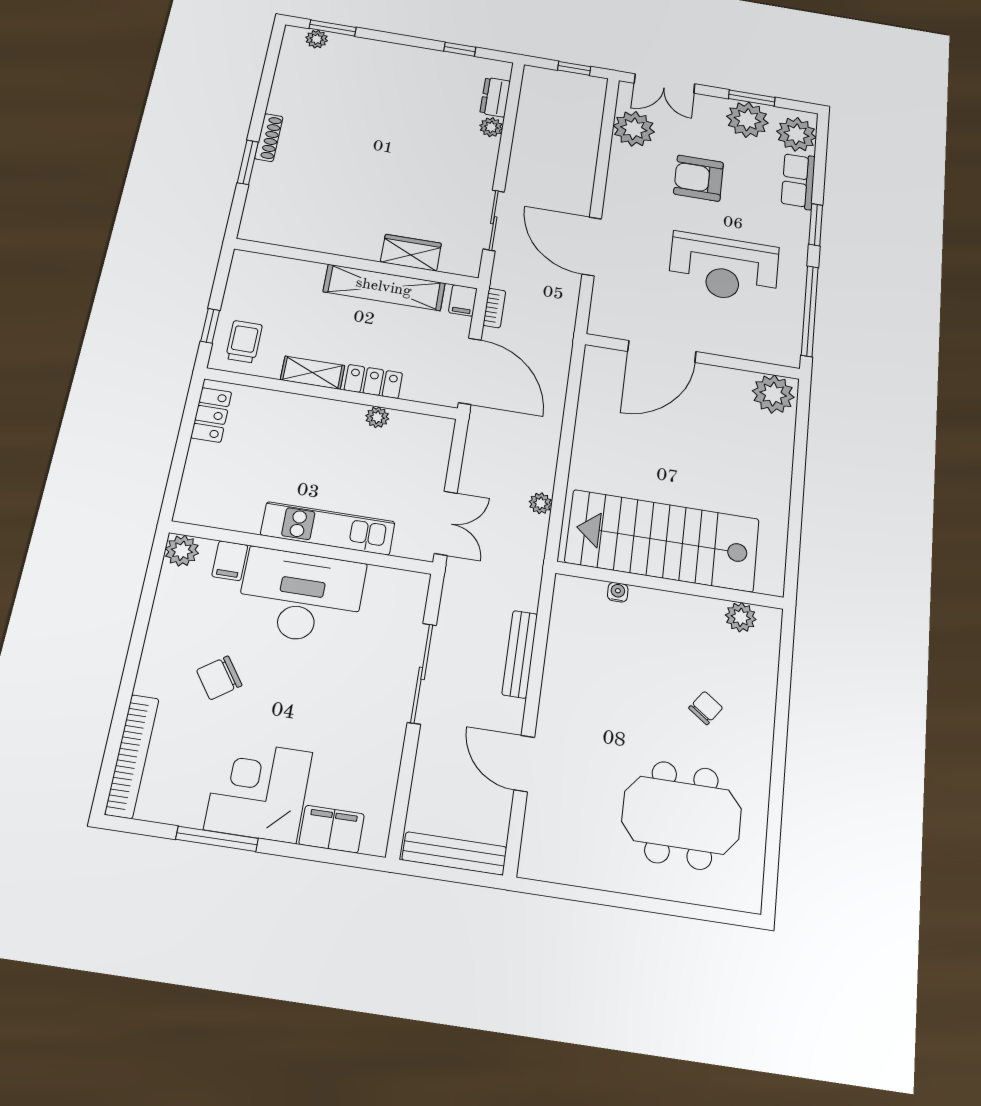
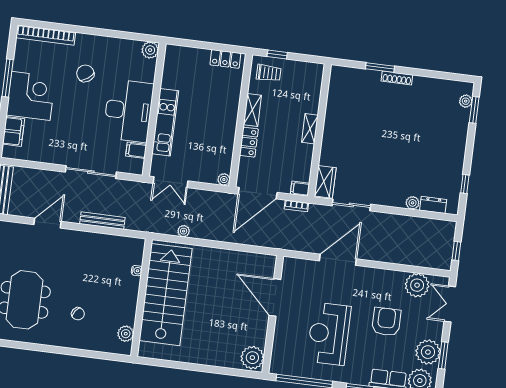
wardrobe: (411, 253) -> (325, 182), moved
shelving: (384, 287) -> (310, 129), width x0.45, depth x0.75
plant: (377, 417) -> (224, 180), moved
filing cabinet: (230, 561) -> (136, 150), moved

